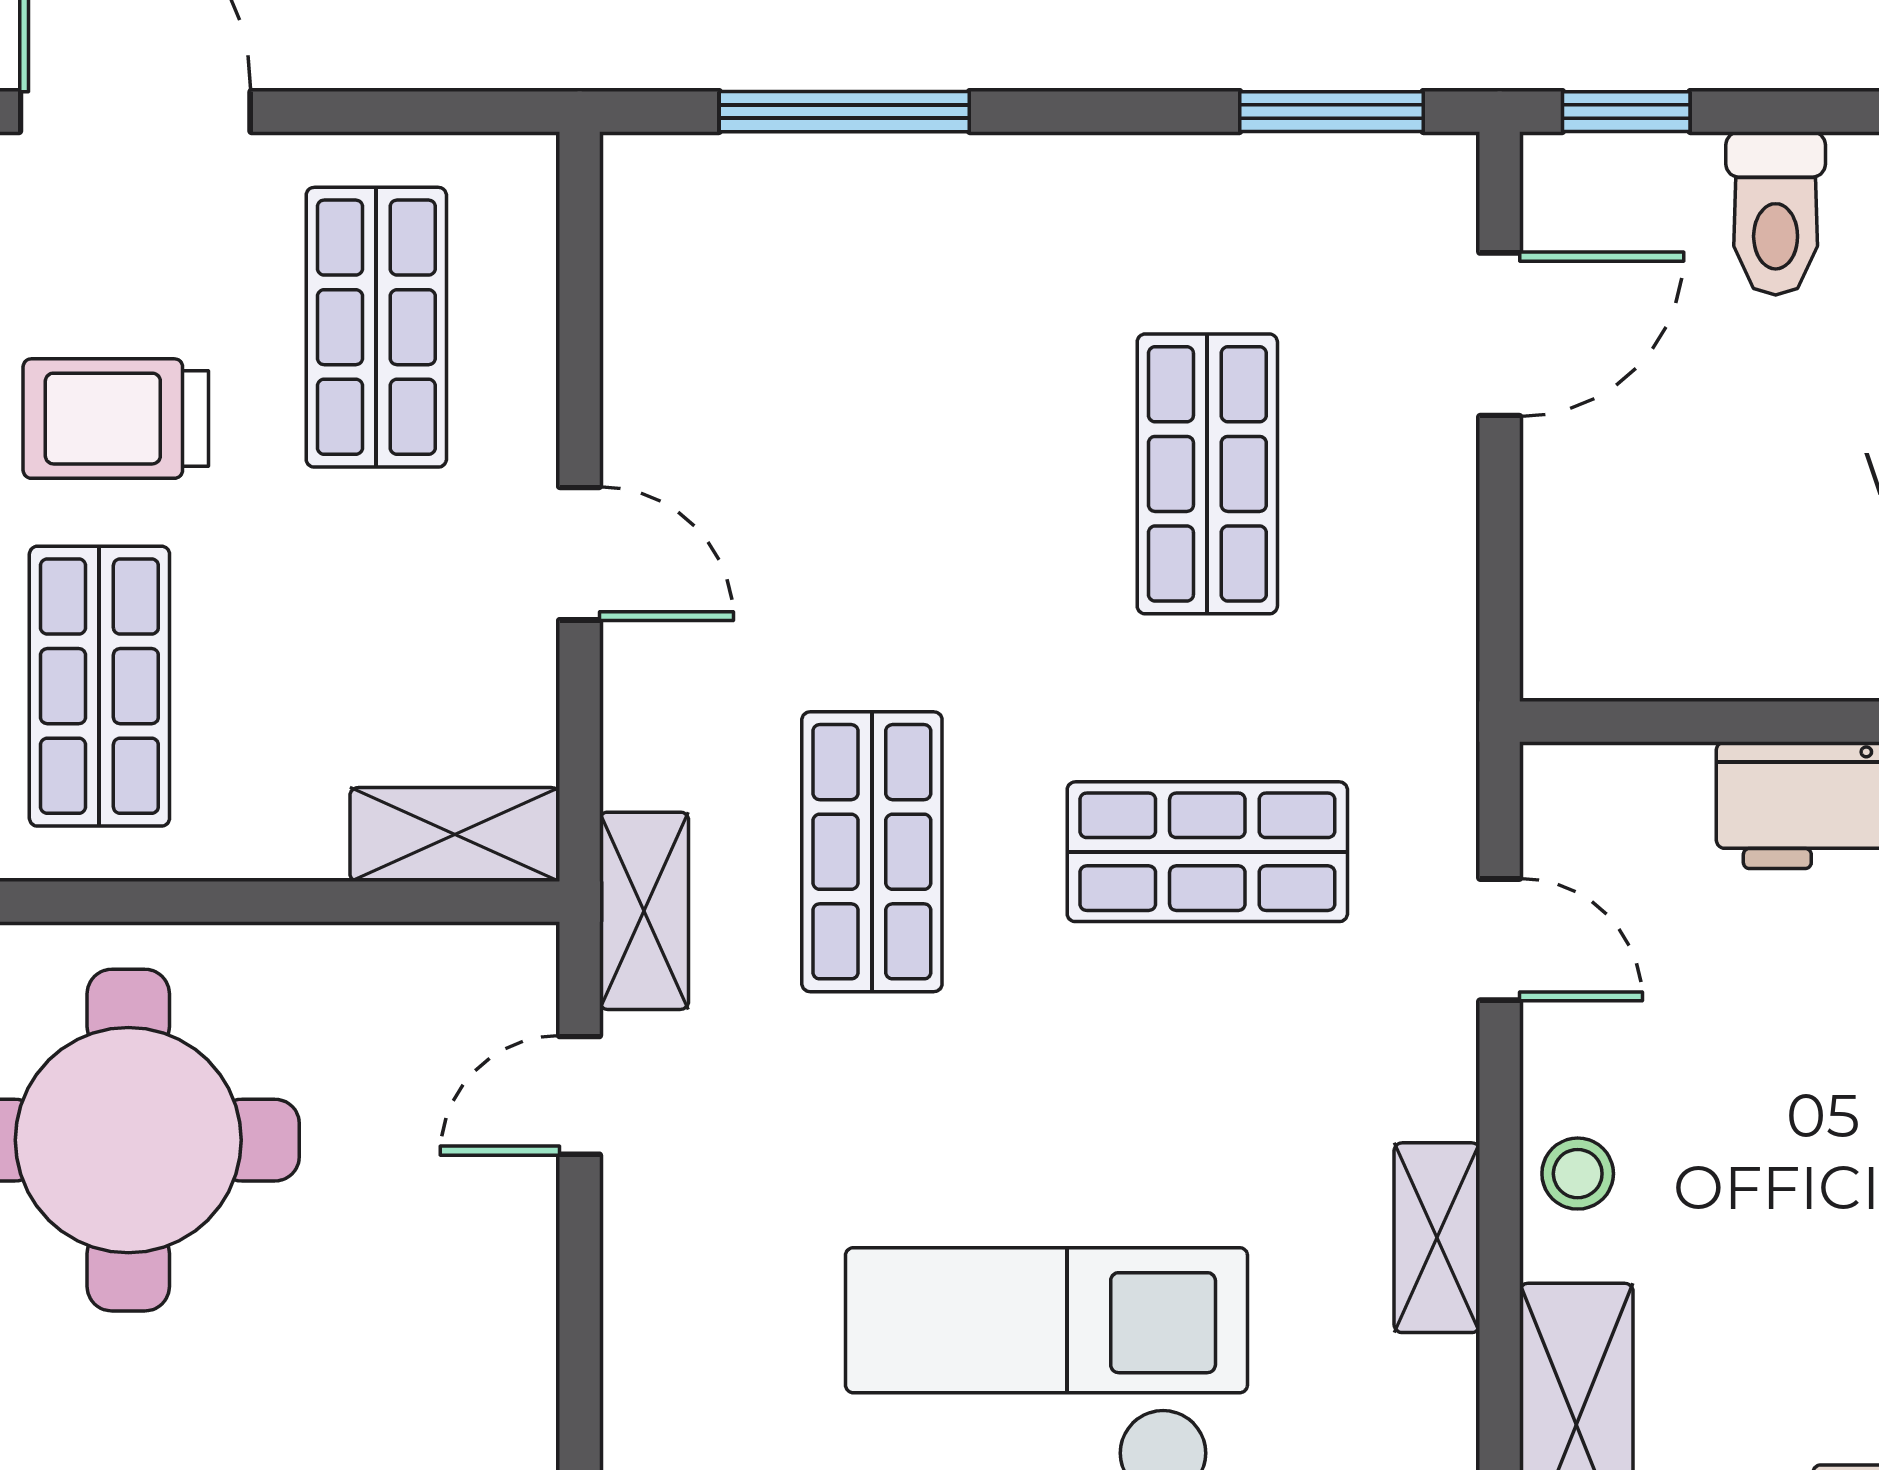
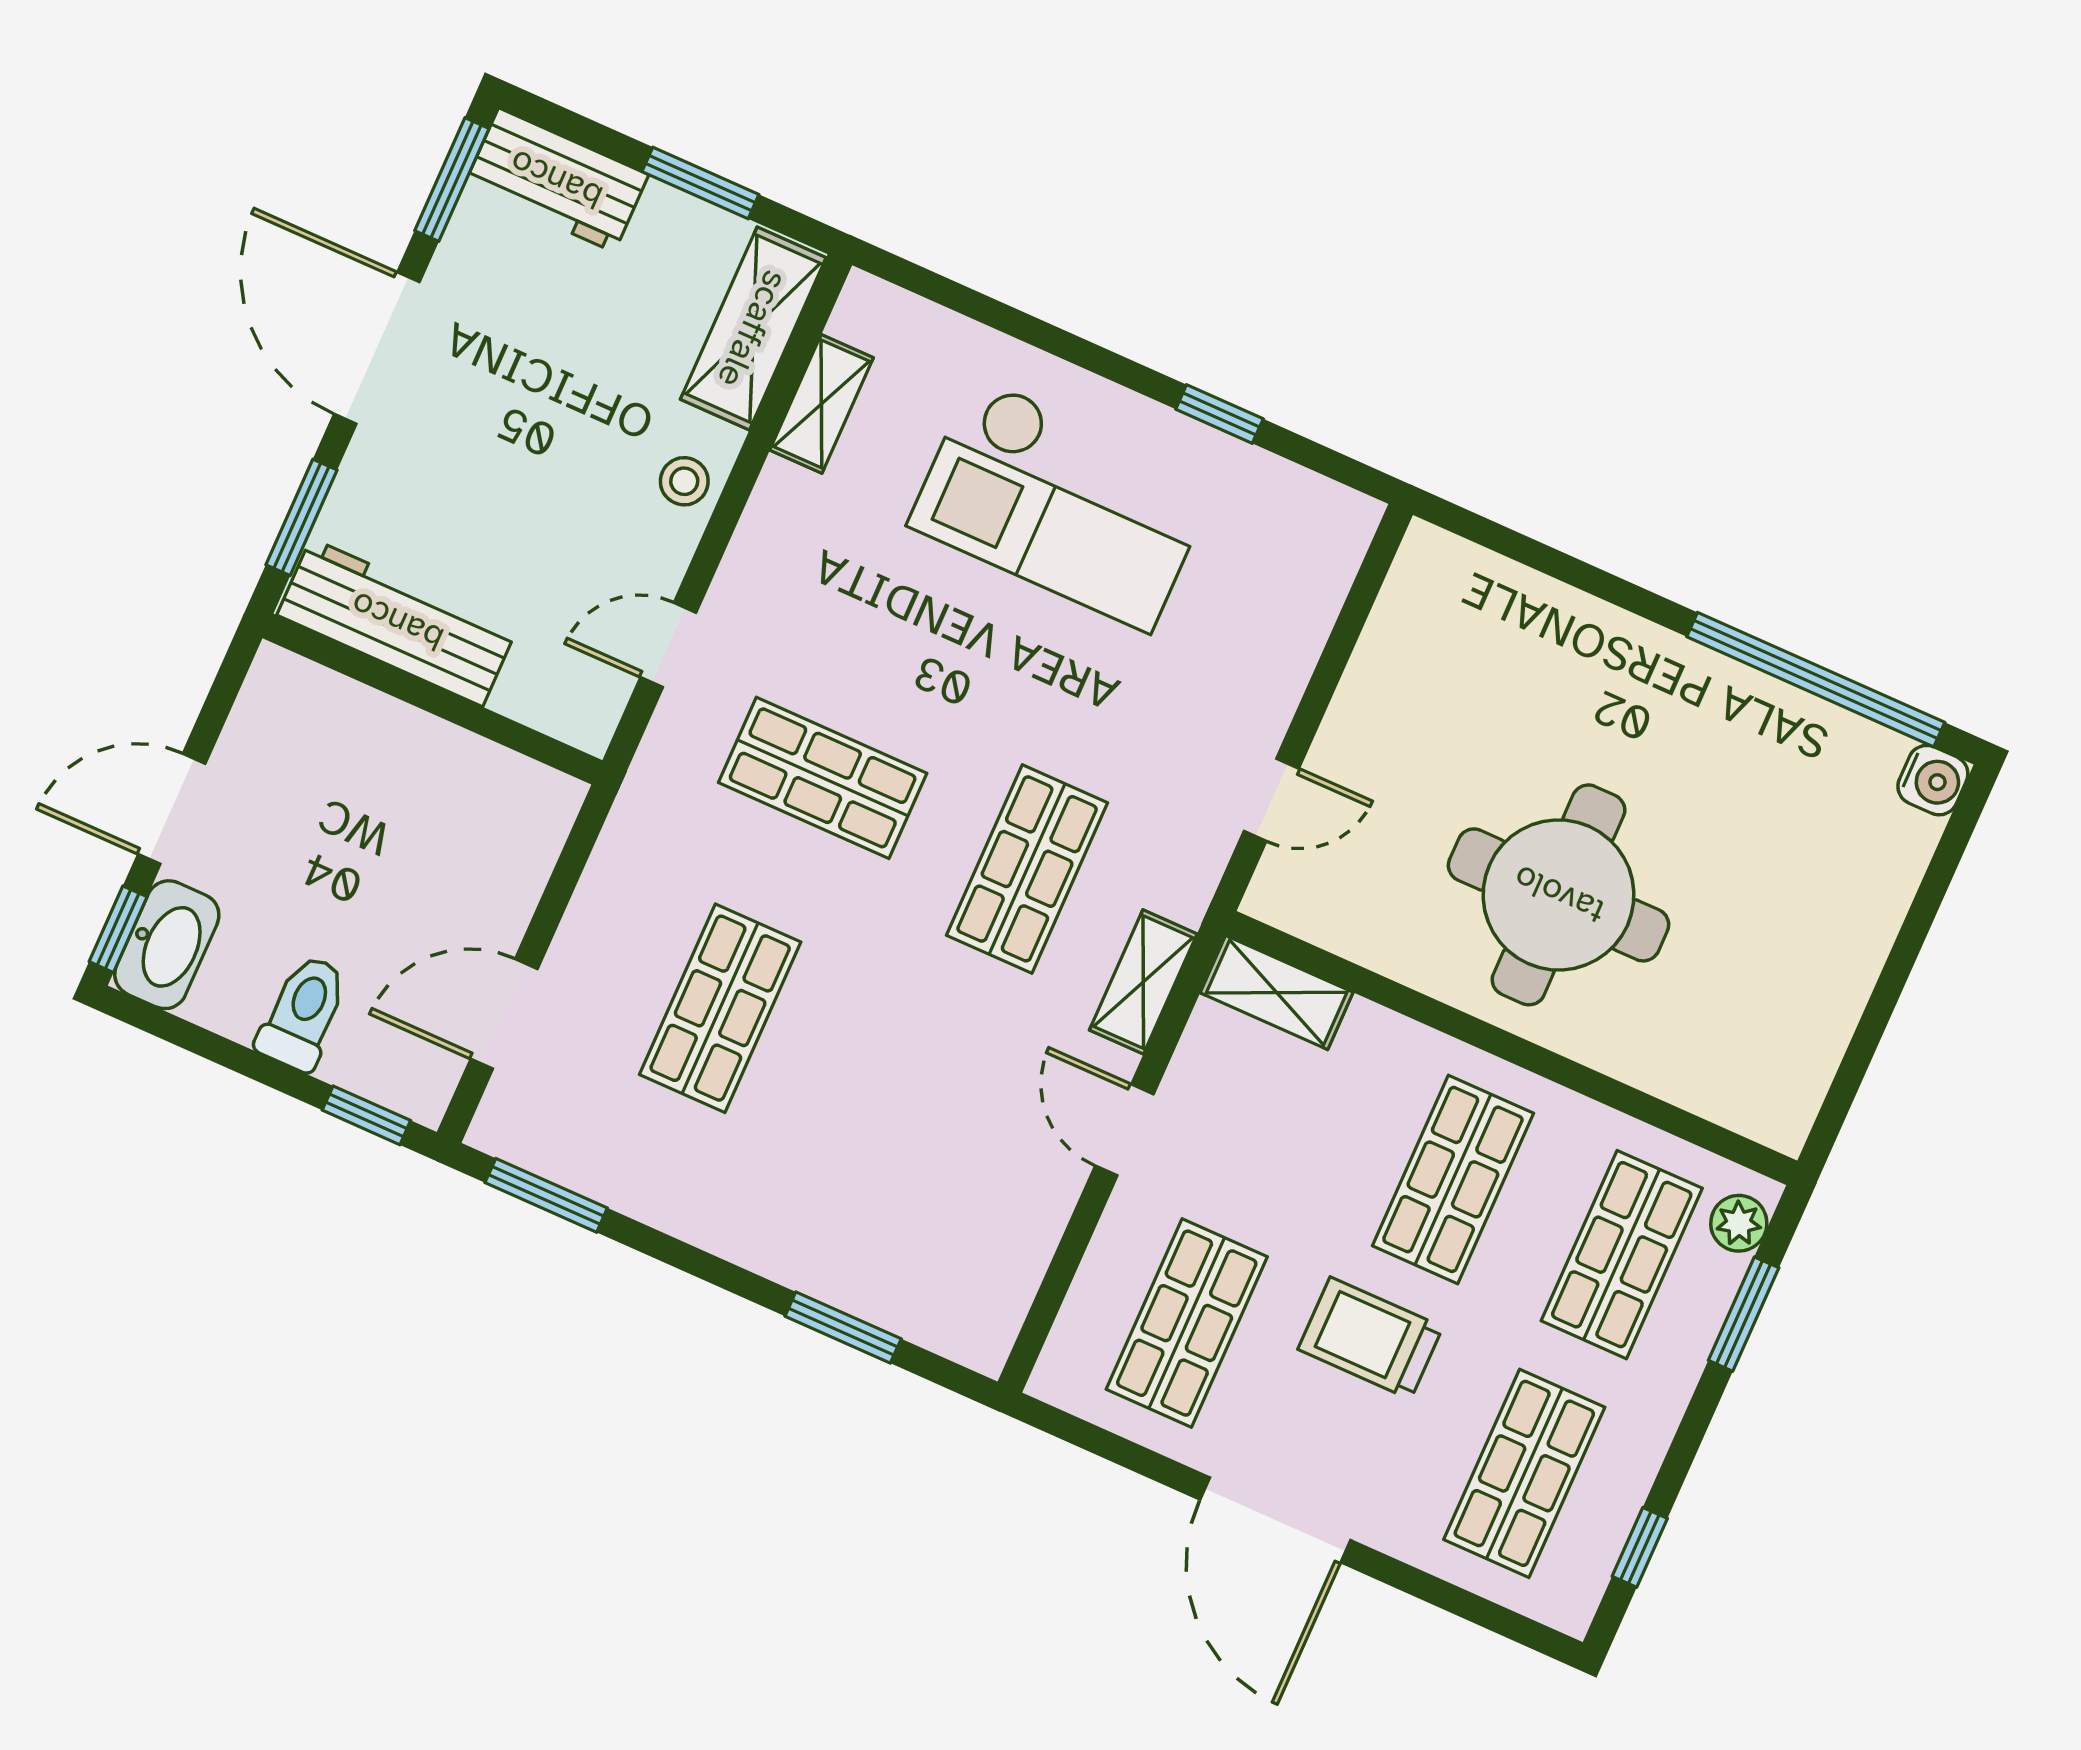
window: (844, 112) -> (843, 1327), width x0.69
trolley: (116, 419) -> (1370, 1338), turned 180
shelving: (644, 911) -> (1143, 982), moved
door: (1500, 940) -> (668, 645), hinge flipped
shelving: (1437, 1238) -> (821, 404), moved

